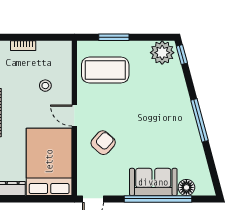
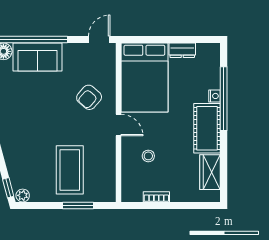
bookcase: (23, 46) -> (156, 197), moved
plant: (162, 53) -> (23, 195), width x0.53, depth x0.53
coffee table: (105, 70) -> (70, 170), moved, turned 90

